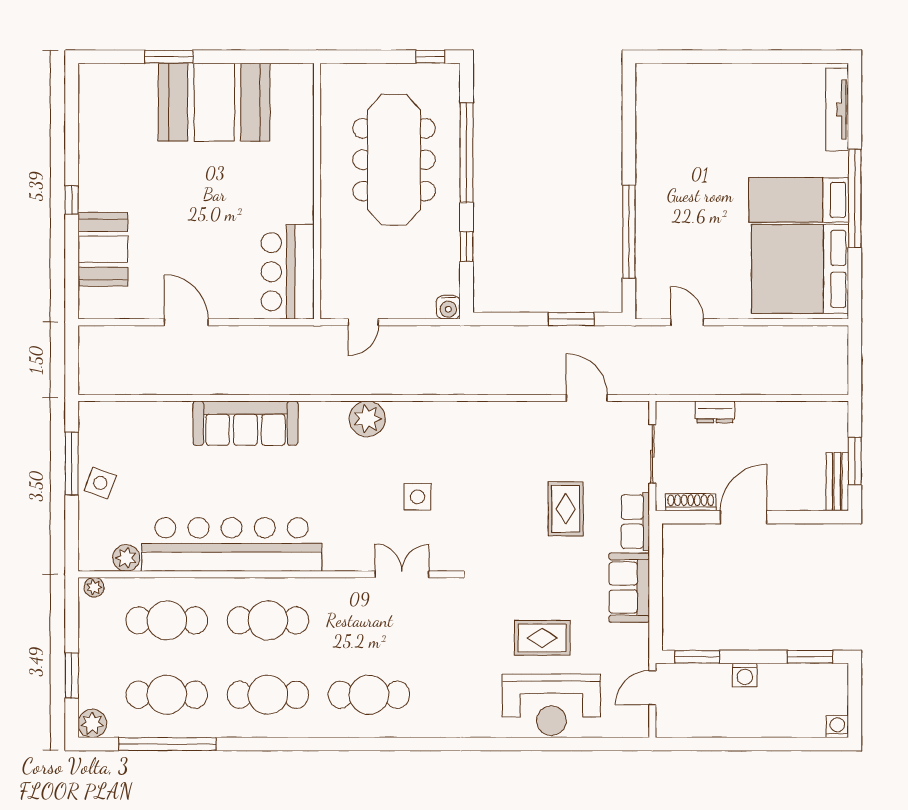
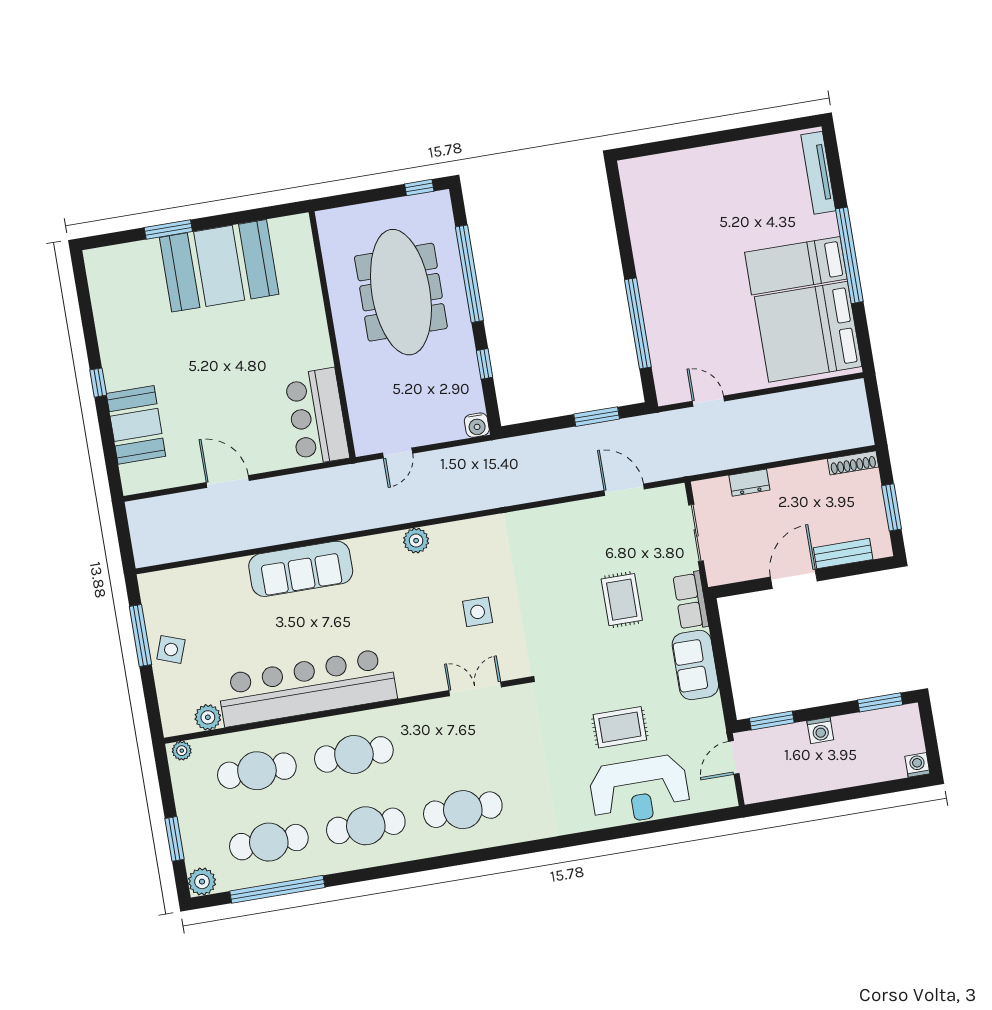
plant: (367, 419) -> (416, 541), width x0.73, depth x0.73
bench: (837, 482) -> (843, 554), moved, turned 90
shoe rack: (691, 502) -> (853, 463), moved, turned 180

